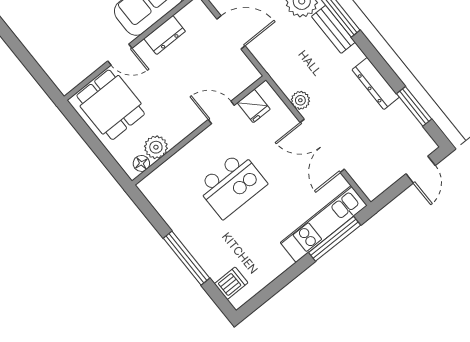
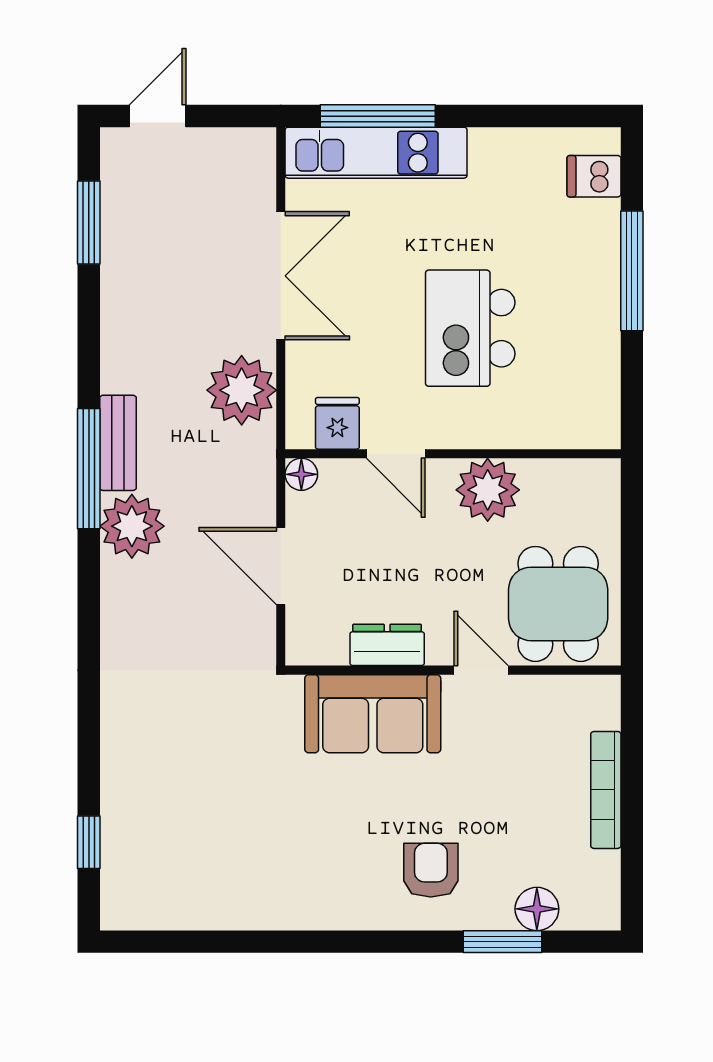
bookcase: (33, 47) -> (606, 790), added
dresser: (376, 83) -> (120, 306), removed
plant: (300, 100) -> (242, 390), width x1.87, depth x1.87
plant: (156, 147) -> (488, 490), moved, width x1.36, depth x1.36
floor lamp: (141, 163) -> (301, 474), moved
kitchen island: (232, 185) -> (470, 328), turned -90

